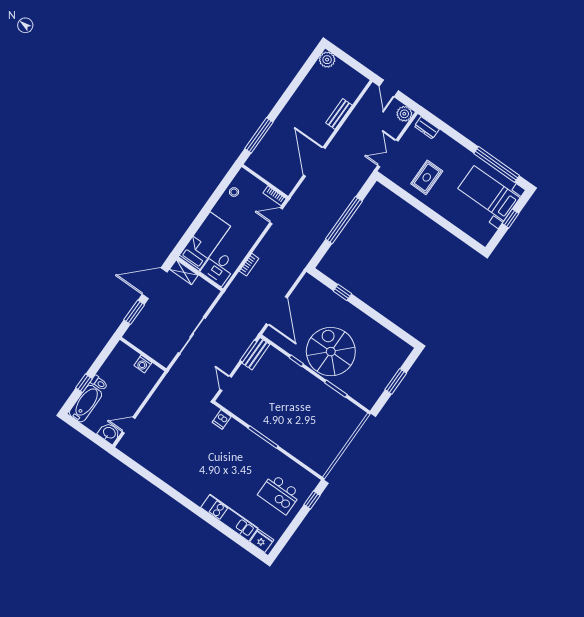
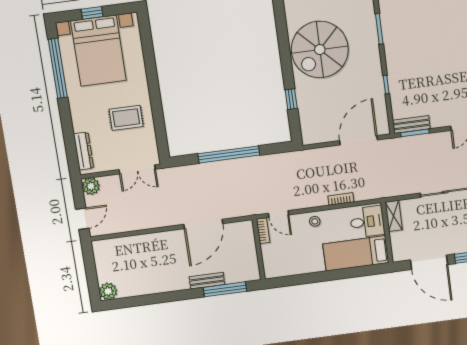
bench: (339, 114) -> (207, 281), moved
dresser: (427, 128) -> (84, 151), width x1.44
stool: (234, 192) -> (315, 221), moved
bed with nightstands: (489, 193) -> (98, 51), width x1.36
shelving: (184, 272) -> (394, 216), moved
spiral stairs: (331, 352) -> (320, 50), moved

